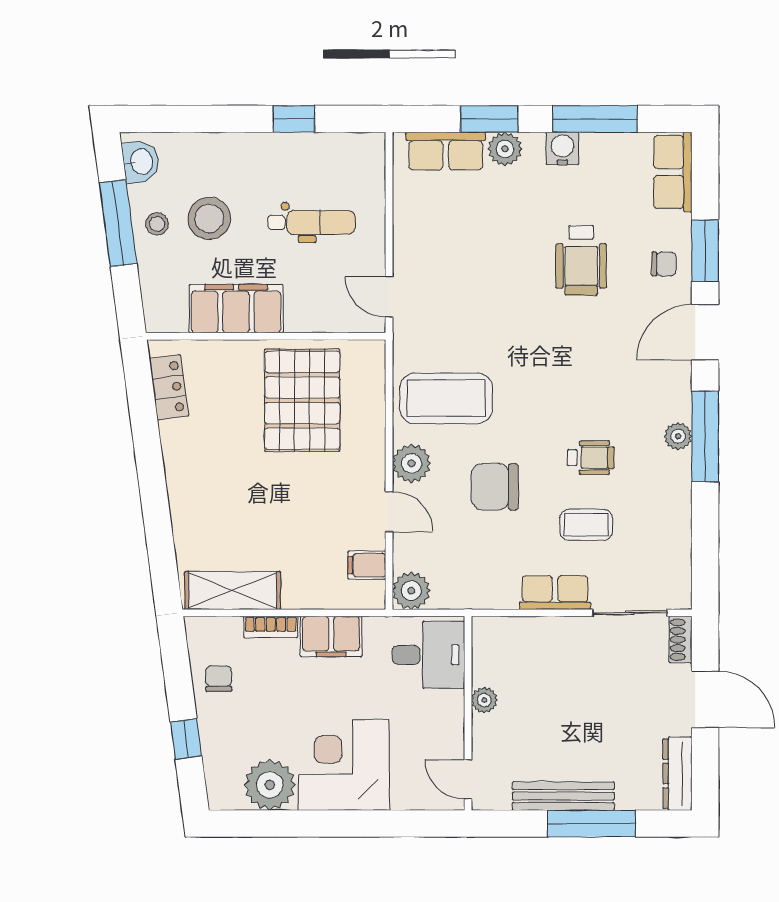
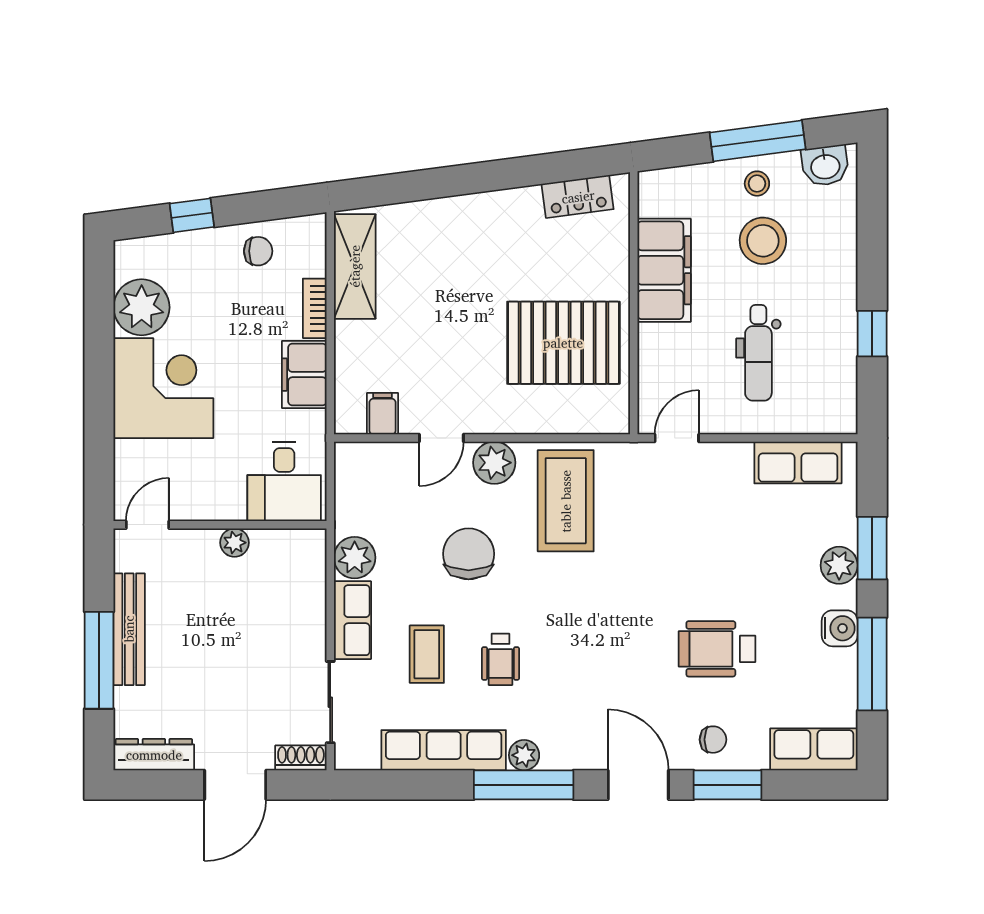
row of seats: (446, 151) -> (798, 463), moved, turned -90
chair: (664, 264) -> (713, 740), turned -90
row of seats: (674, 509) -> (444, 750), added
plant: (411, 591) -> (355, 558), moved

